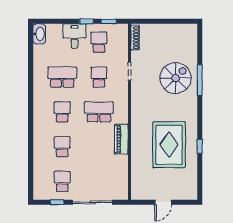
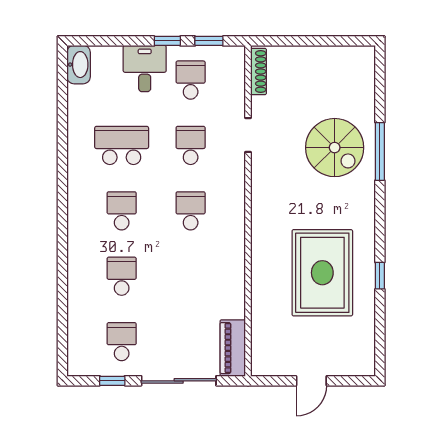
spiral stairs: (176, 78) -> (335, 148), turned 90
school desk: (99, 112) -> (191, 211), width x0.54
piano: (121, 139) -> (233, 348), moved

